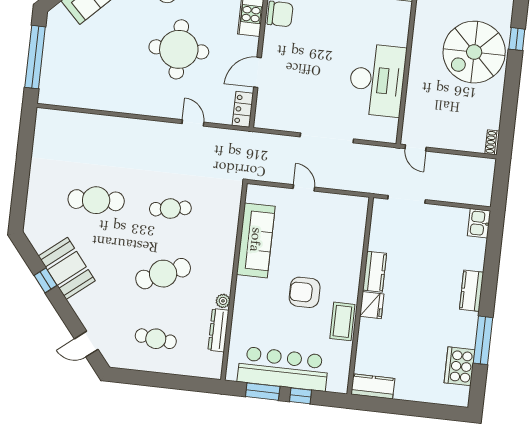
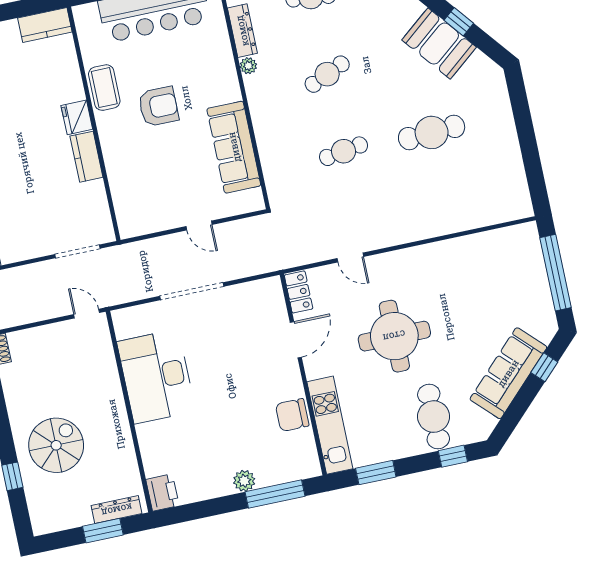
spiral stairs: (474, 52) -> (56, 445), width x0.73, depth x0.73
cafe table: (163, 274) -> (327, 74), width x0.73, depth x0.74

